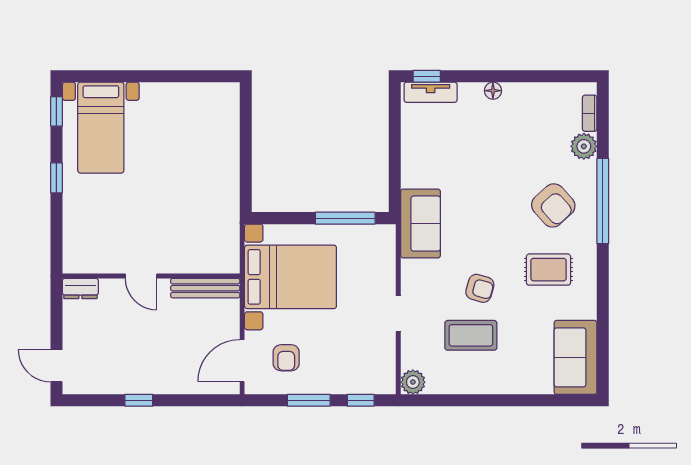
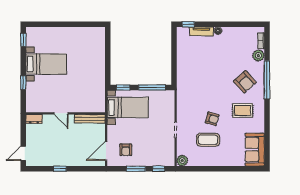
tv unit: (431, 92) -> (201, 31), moved
bed with nightstands: (101, 128) -> (46, 64), moved, turned -90
window: (56, 178) -> (23, 83), moved
window: (280, 218) -> (123, 87), added
sofa: (421, 224) -> (186, 90), removed
bed with nightstands: (290, 277) -> (128, 107), width x0.73
door: (56, 366) -> (23, 153), hinge flipped

